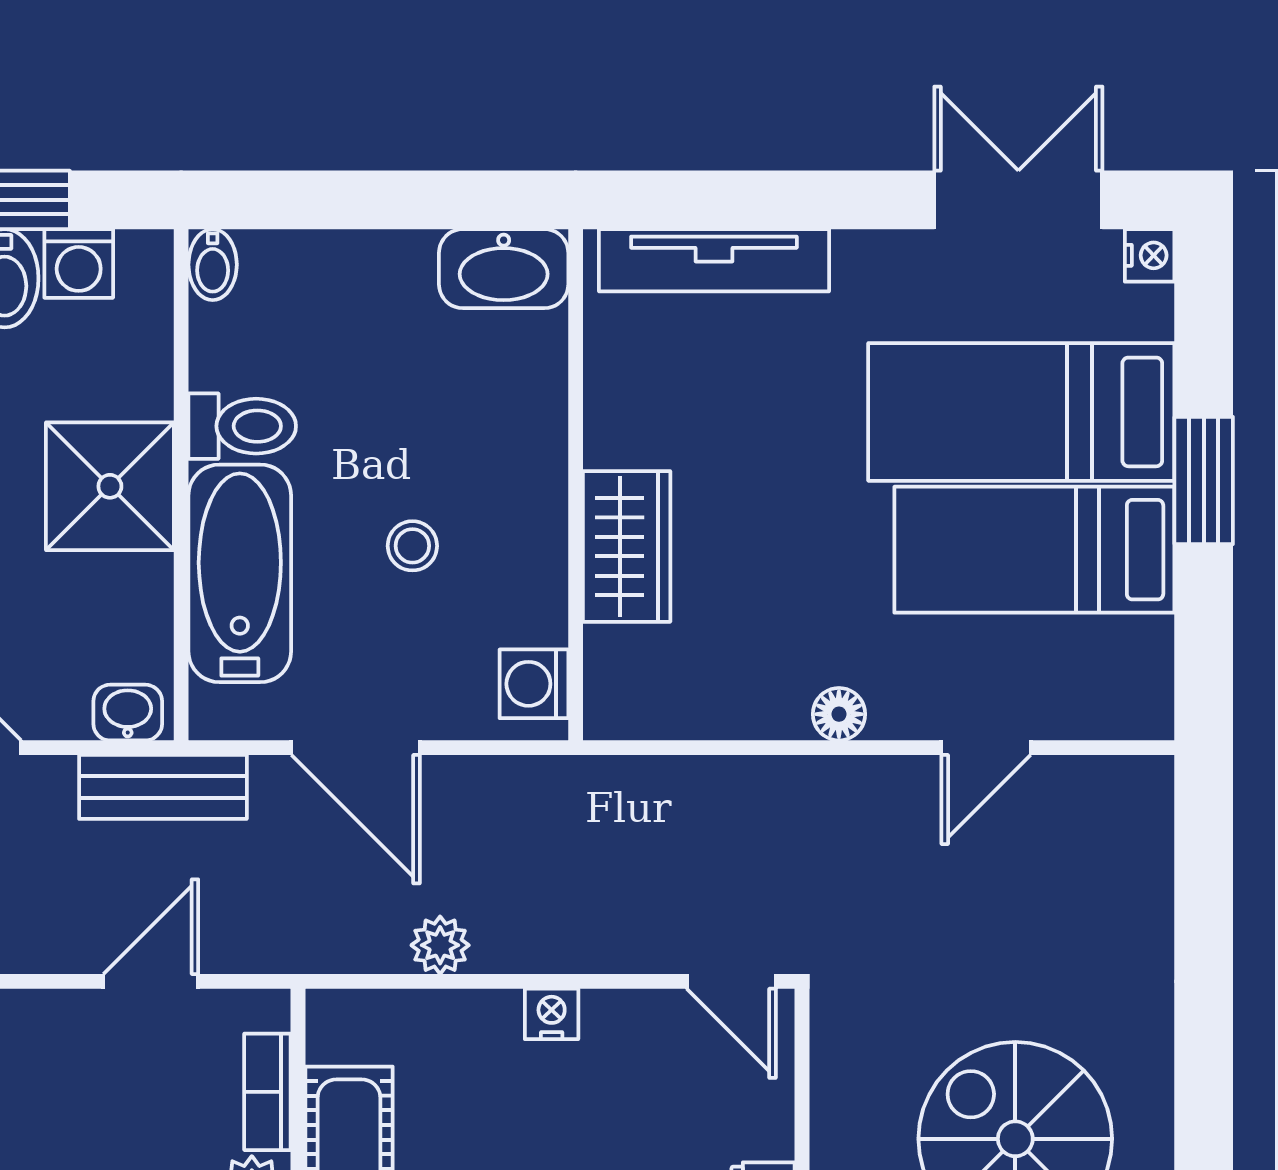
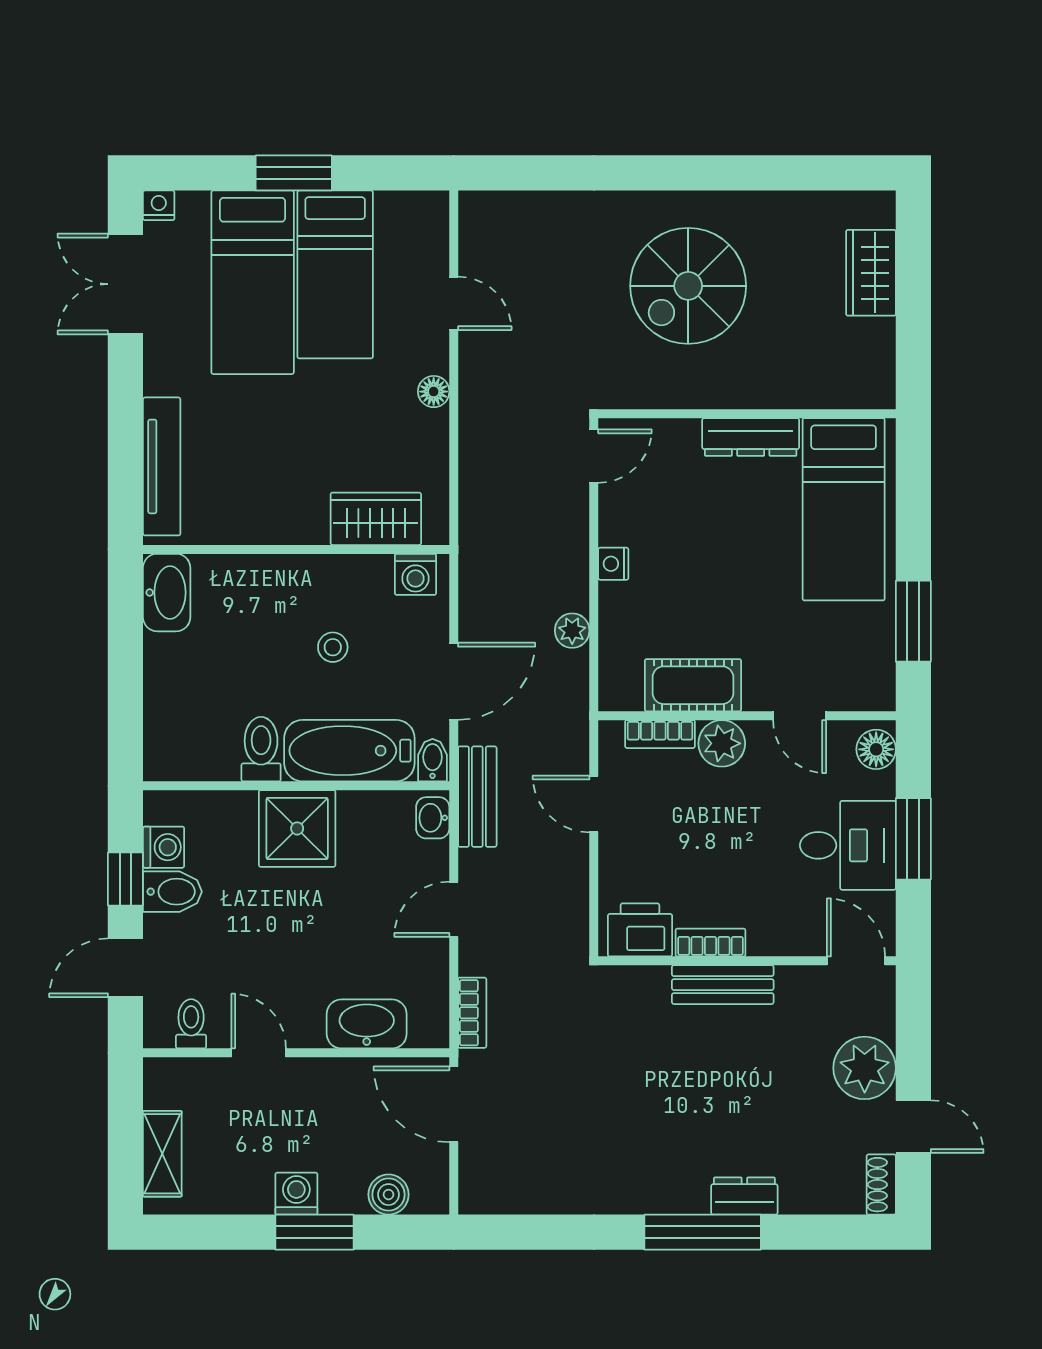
bidet: (213, 265) -> (433, 760), moved, turned -90
wardrobe: (627, 546) -> (376, 519), moved

